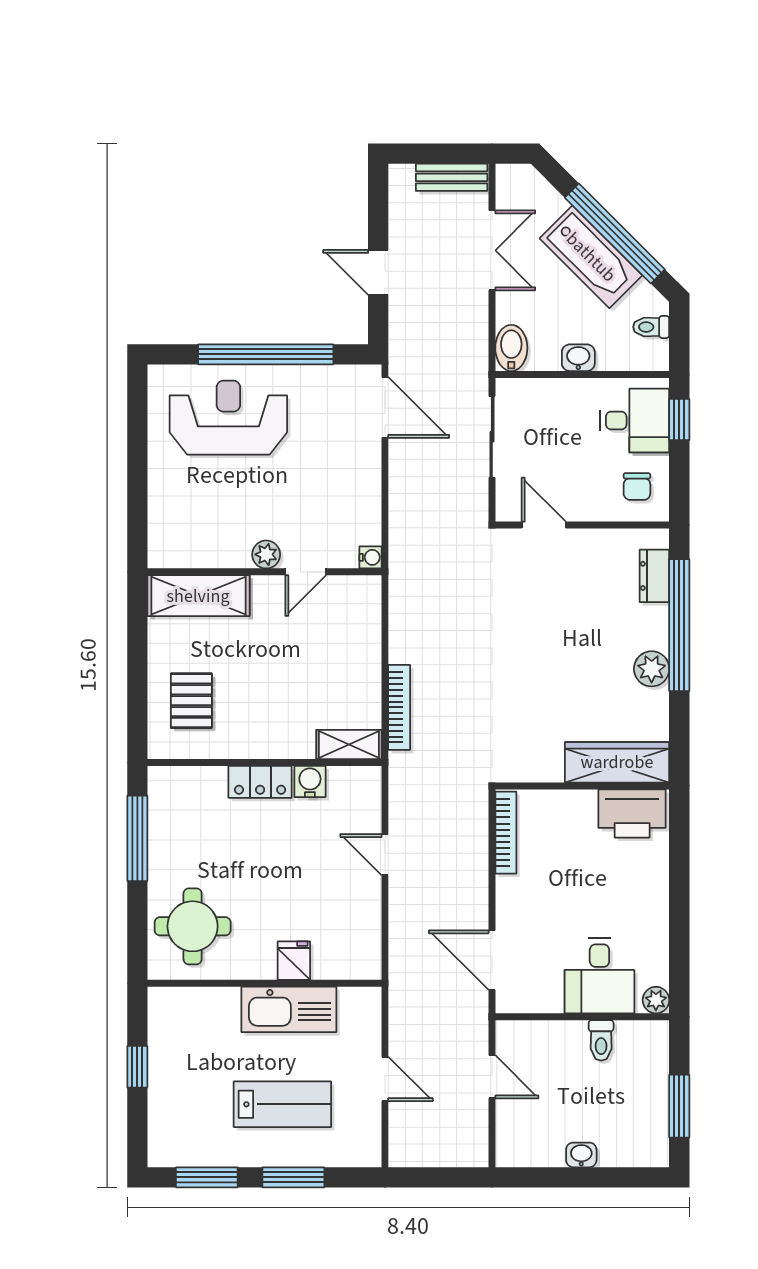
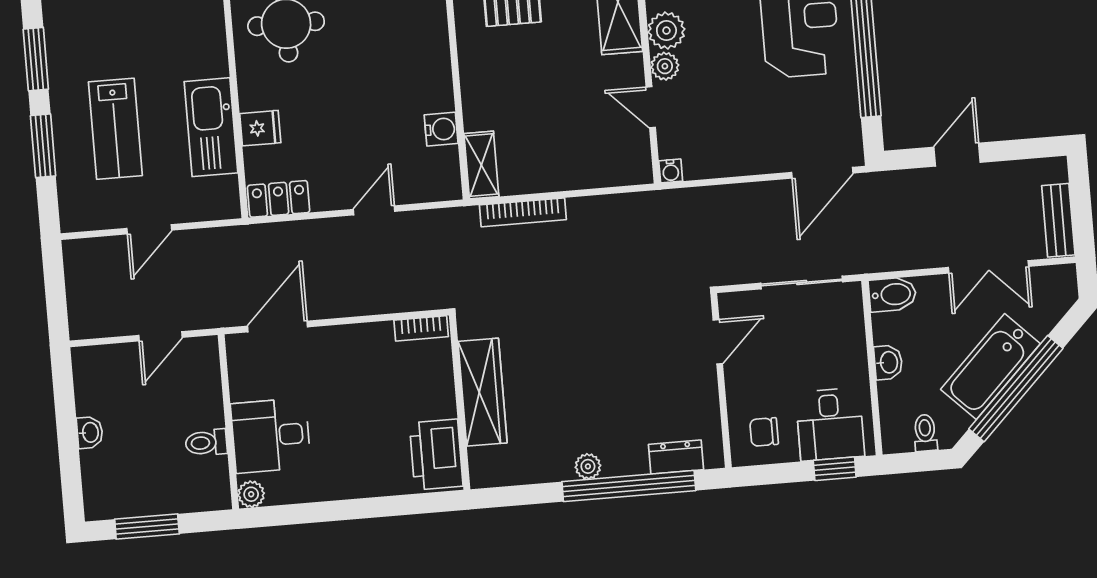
plant: (231, 550) -> (666, 31), added
plant: (652, 669) -> (588, 466), width x0.73, depth x0.73
wardrobe: (617, 762) -> (482, 392), moved
locker: (260, 782) -> (279, 199), moved, turned 90
bookcase: (506, 833) -> (421, 328), width x0.64

